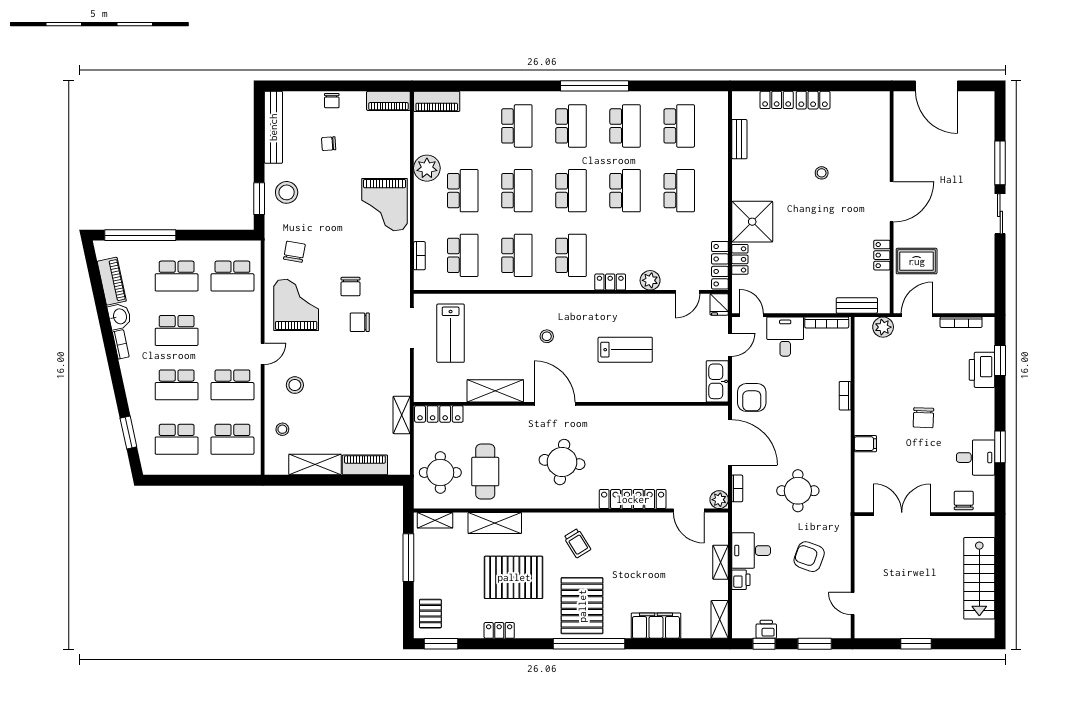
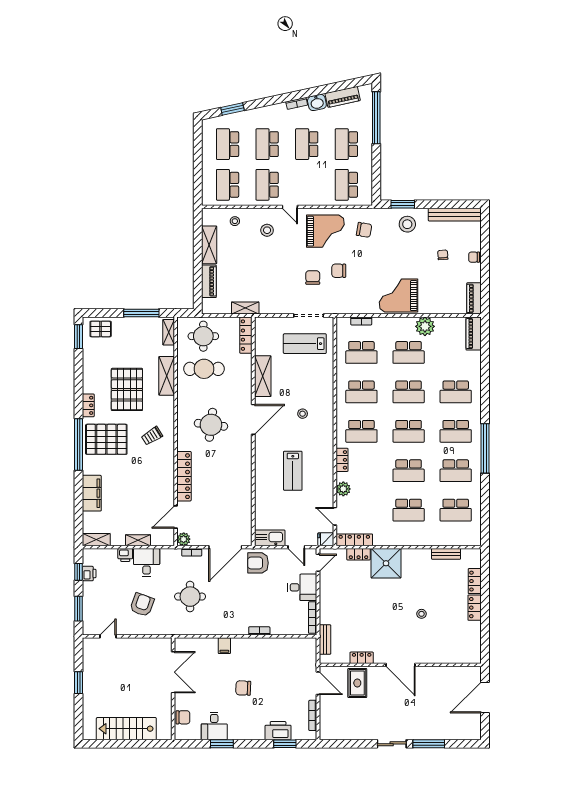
plant: (883, 327) -> (309, 659), removed
locker: (499, 630) -> (88, 405), moved

